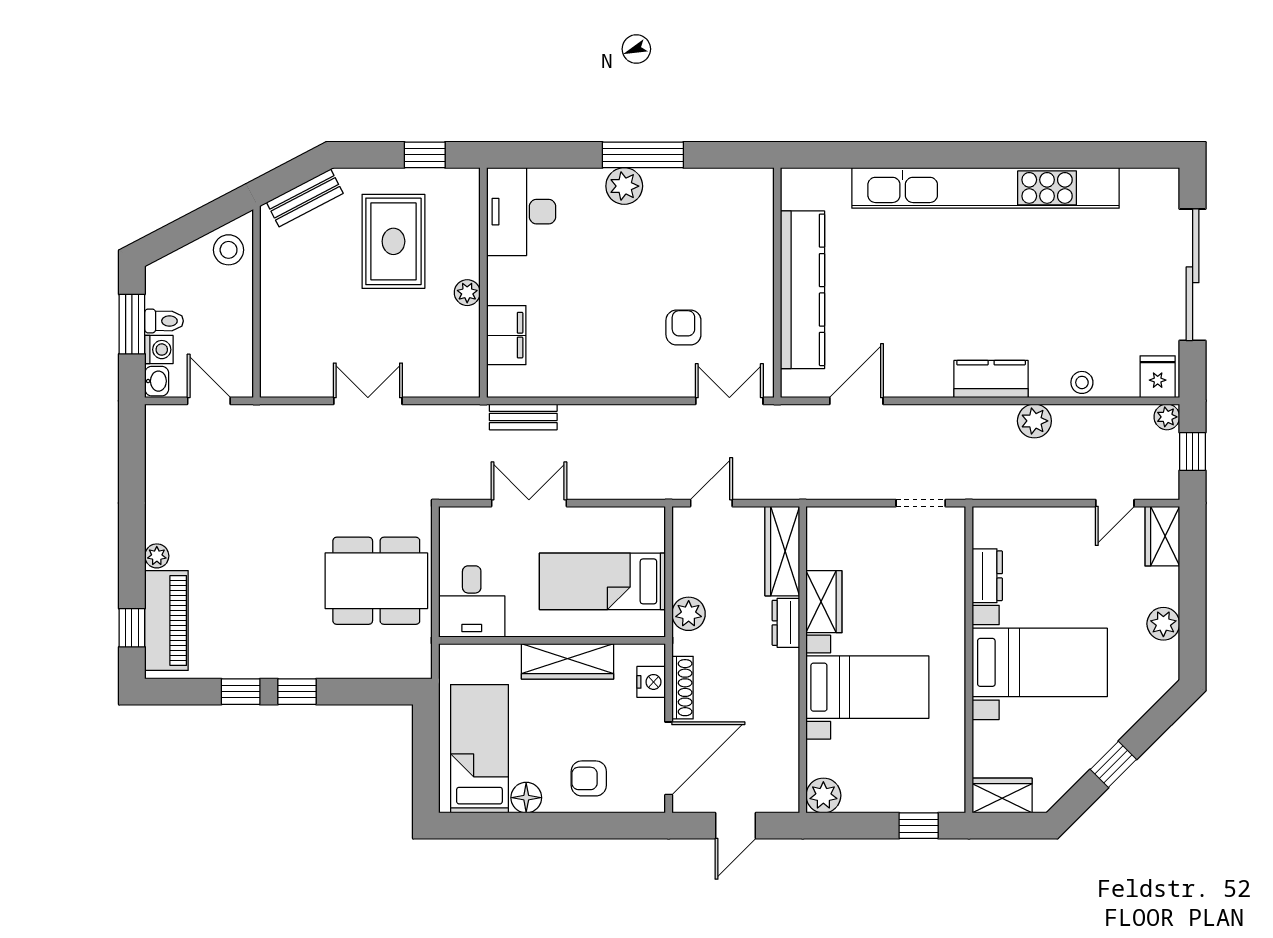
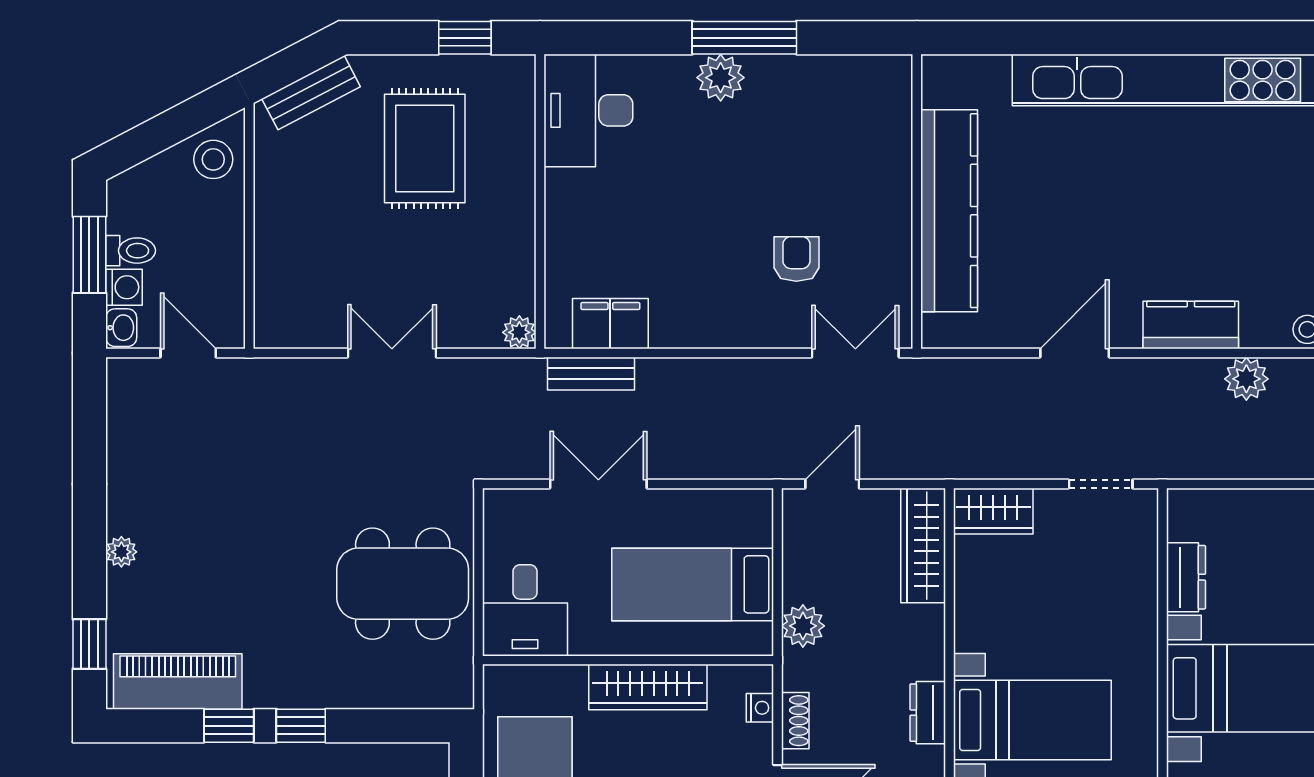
plant: (467, 293) -> (519, 332), moved
filing cabinet: (506, 335) -> (610, 324), moved, turned -90
door: (856, 401) -> (1075, 353), moved
wardrobe: (824, 602) -> (993, 511), moved, turned 90
piano: (166, 620) -> (178, 681), moved, turned -90
dresser: (786, 623) -> (928, 713), moved
nightstand: (651, 682) -> (760, 708), width x0.72, depth x0.74
shoe rack: (682, 688) -> (795, 721), width x0.70

